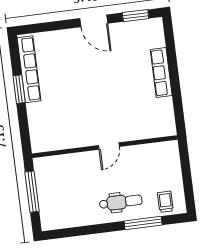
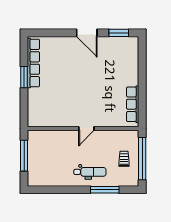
row of seats: (161, 73) -> (133, 104), moved
window: (187, 176) -> (142, 159), added
trolley: (165, 202) -> (124, 159), moved

